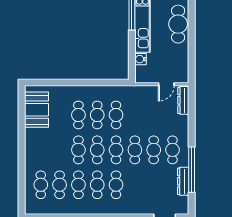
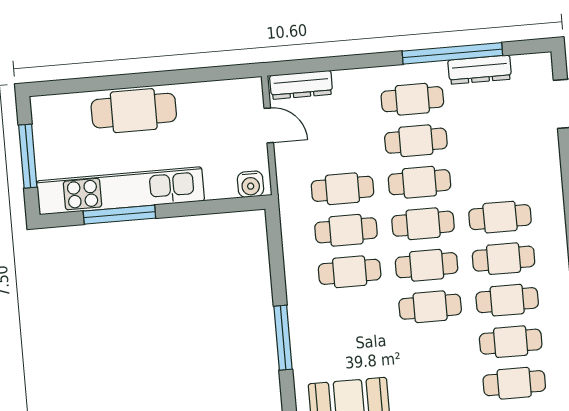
water cooler: (141, 59) -> (250, 184), moved
window: (70, 82) -> (283, 338), added
cafe table: (78, 115) -> (342, 189), moved

